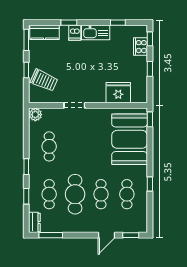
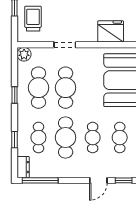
trolley: (44, 80) -> (33, 19), turned -114
cafe table: (49, 146) -> (38, 88), width x1.37, depth x1.35
cafe table: (75, 146) -> (66, 88), added
window: (26, 167) -> (15, 95), moved
window: (51, 235) -> (40, 180), width x1.44

